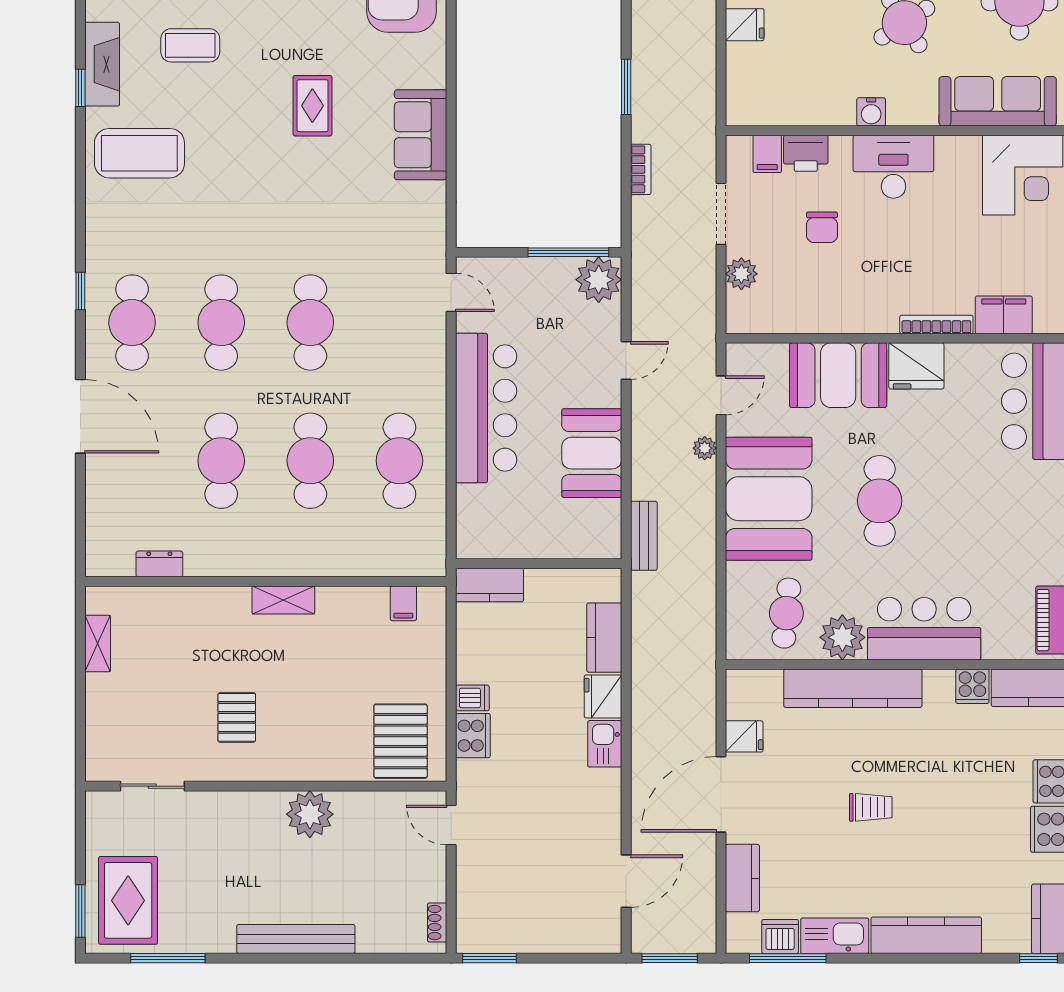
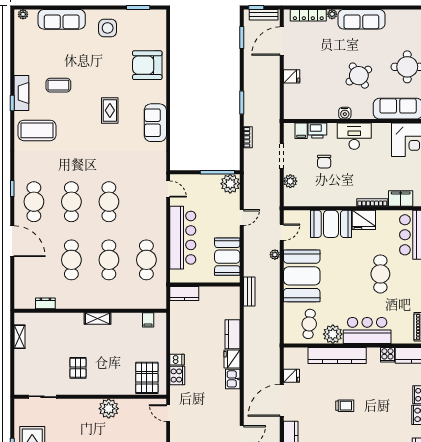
cafe table: (880, 501) -> (380, 274), moved
wall: (539, 564) -> (205, 284), moved
kitchen counter: (489, 585) -> (184, 293), moved

